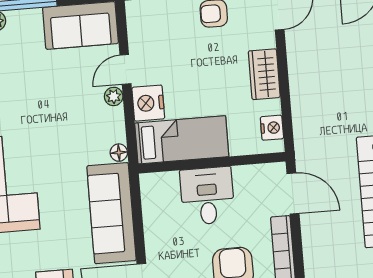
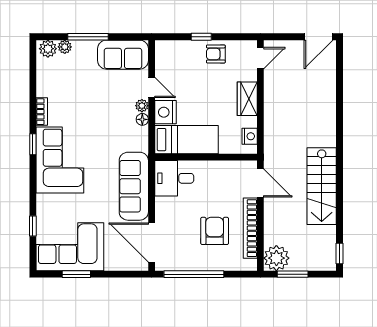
door: (125, 69) -> (152, 88), swing flipped
floor lamp: (119, 153) -> (142, 119), moved
desk: (207, 196) -> (174, 178), moved, turned -90

